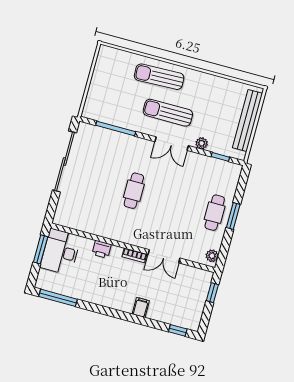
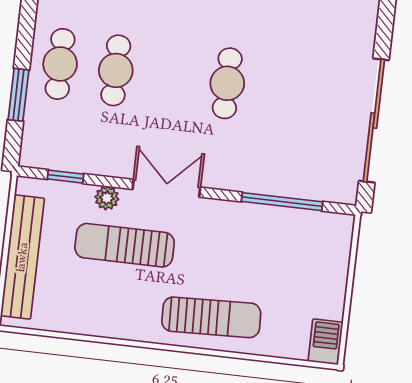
barbecue: (105, 56) -> (325, 342), added
sun lounger: (168, 113) -> (125, 245), moved, turned 180
cafe table: (188, 205) -> (116, 70), added
window: (233, 216) -> (18, 95), moved

